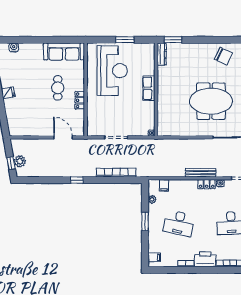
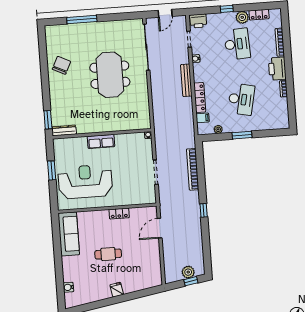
cafe table: (58, 88) -> (108, 254), moved
locker: (207, 184) -> (200, 98), moved, width x1.53
filing cabinet: (154, 257) -> (279, 123), removed

